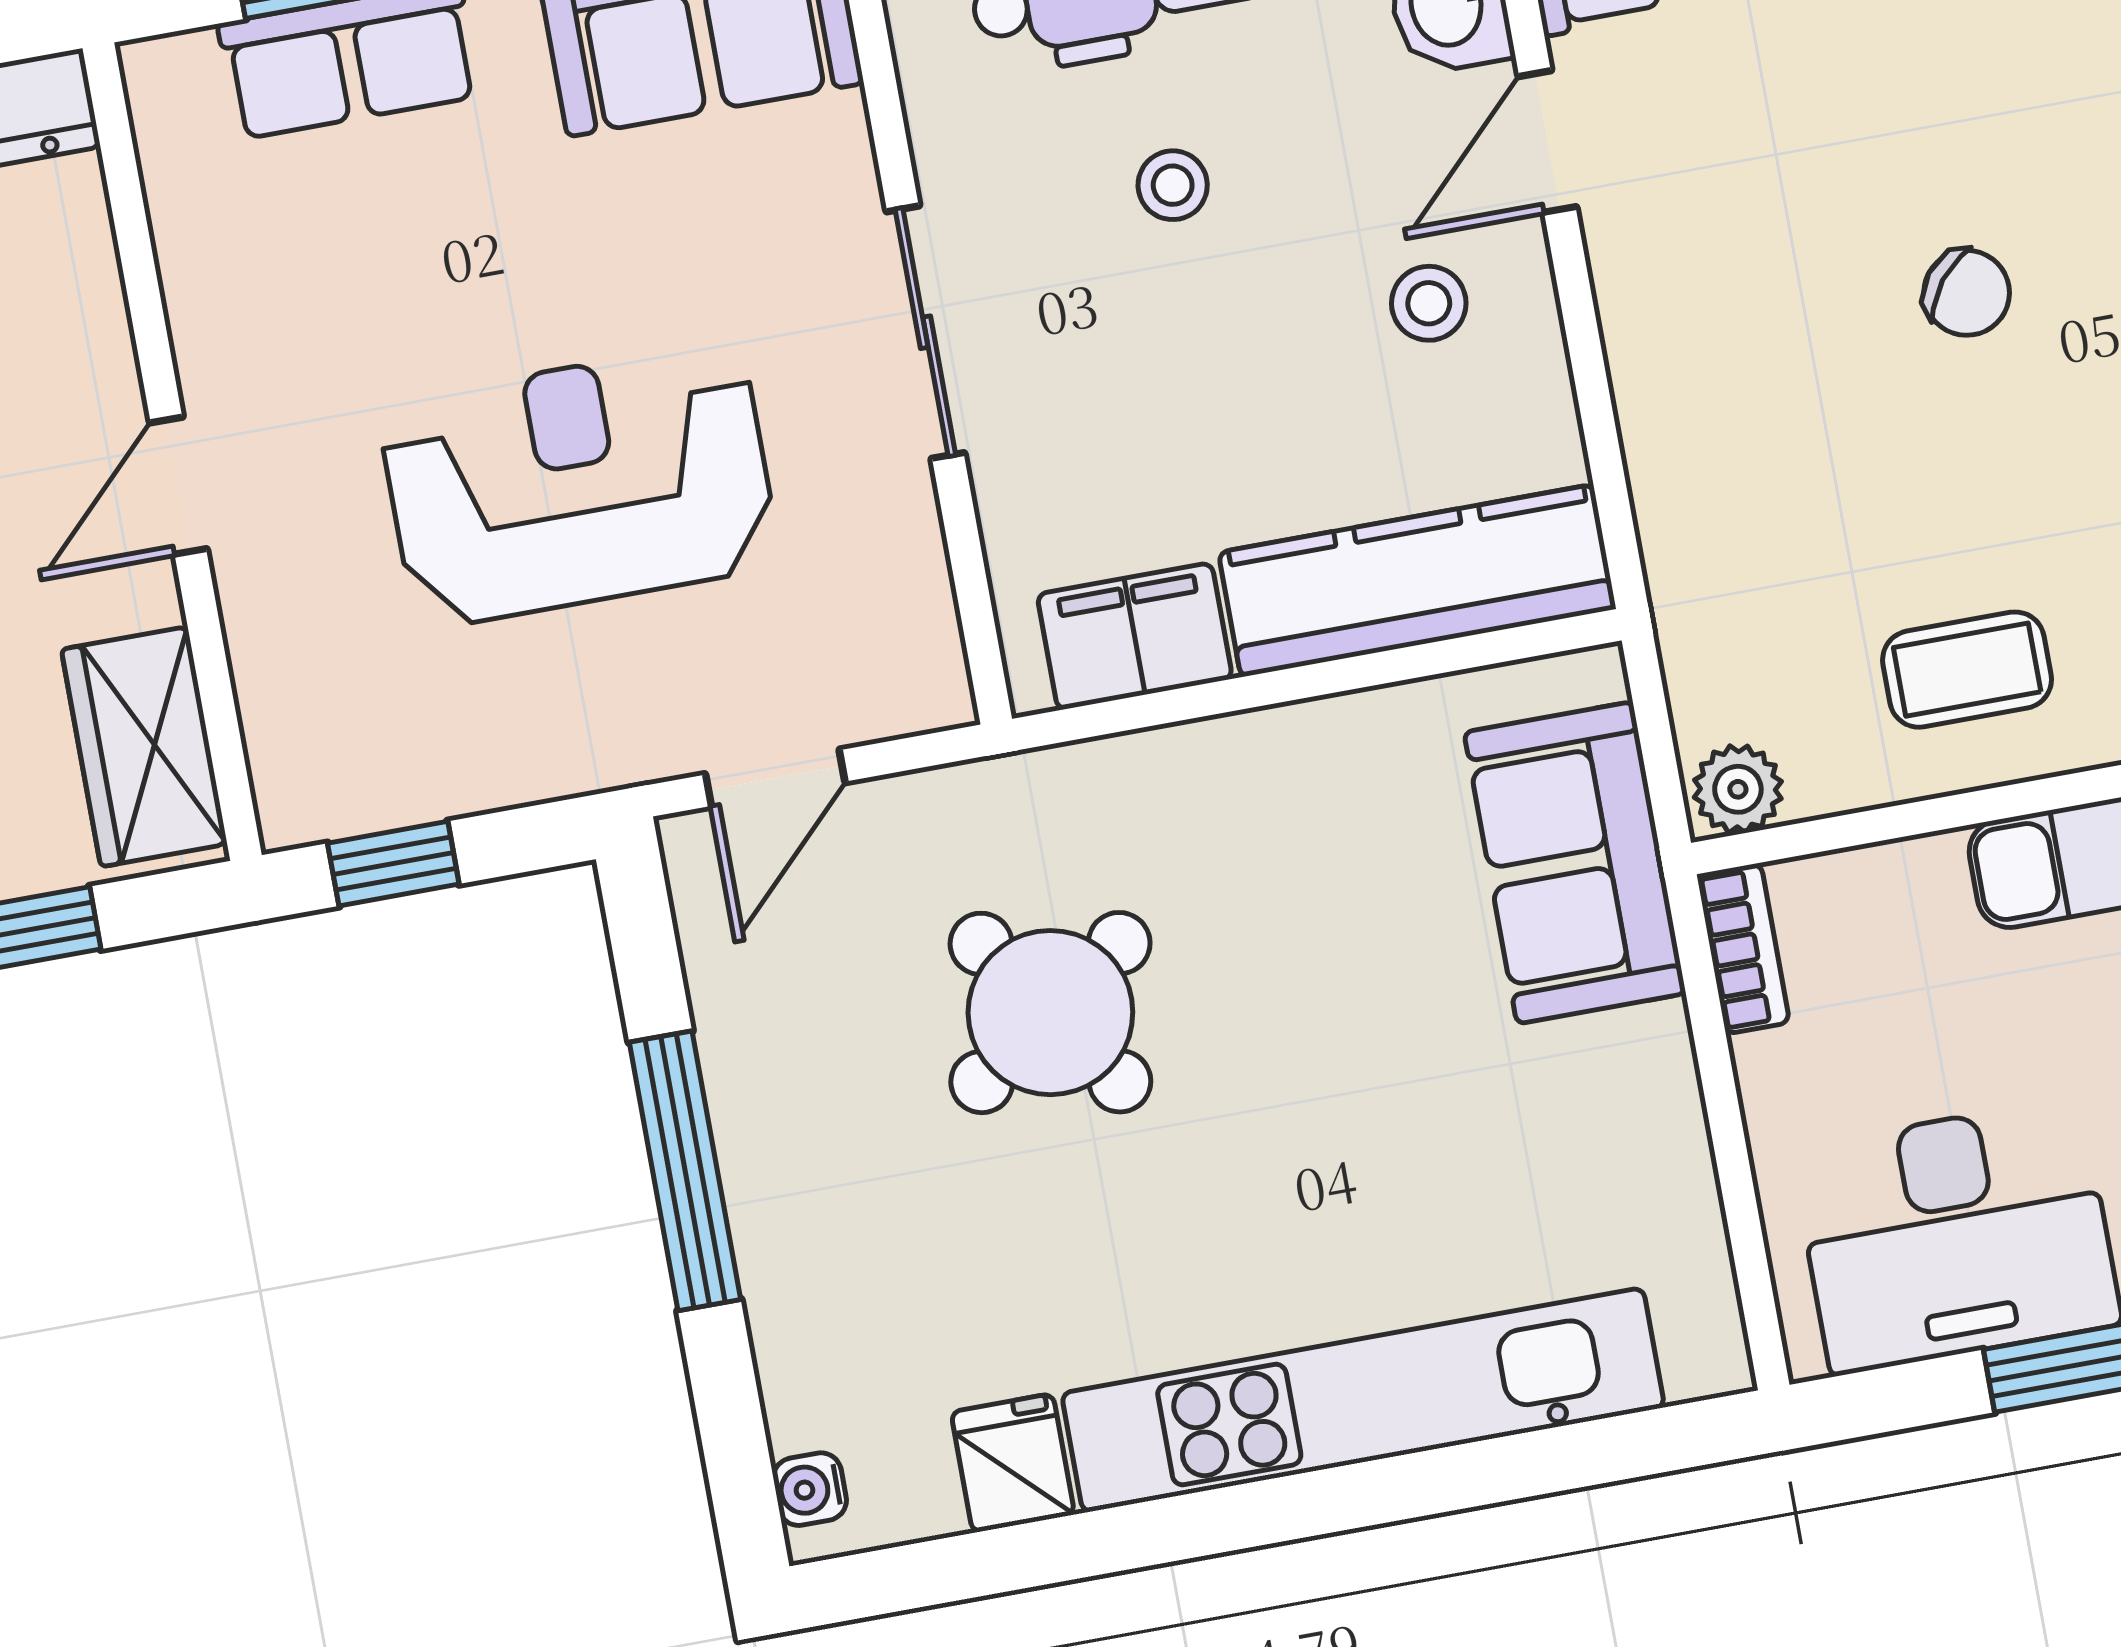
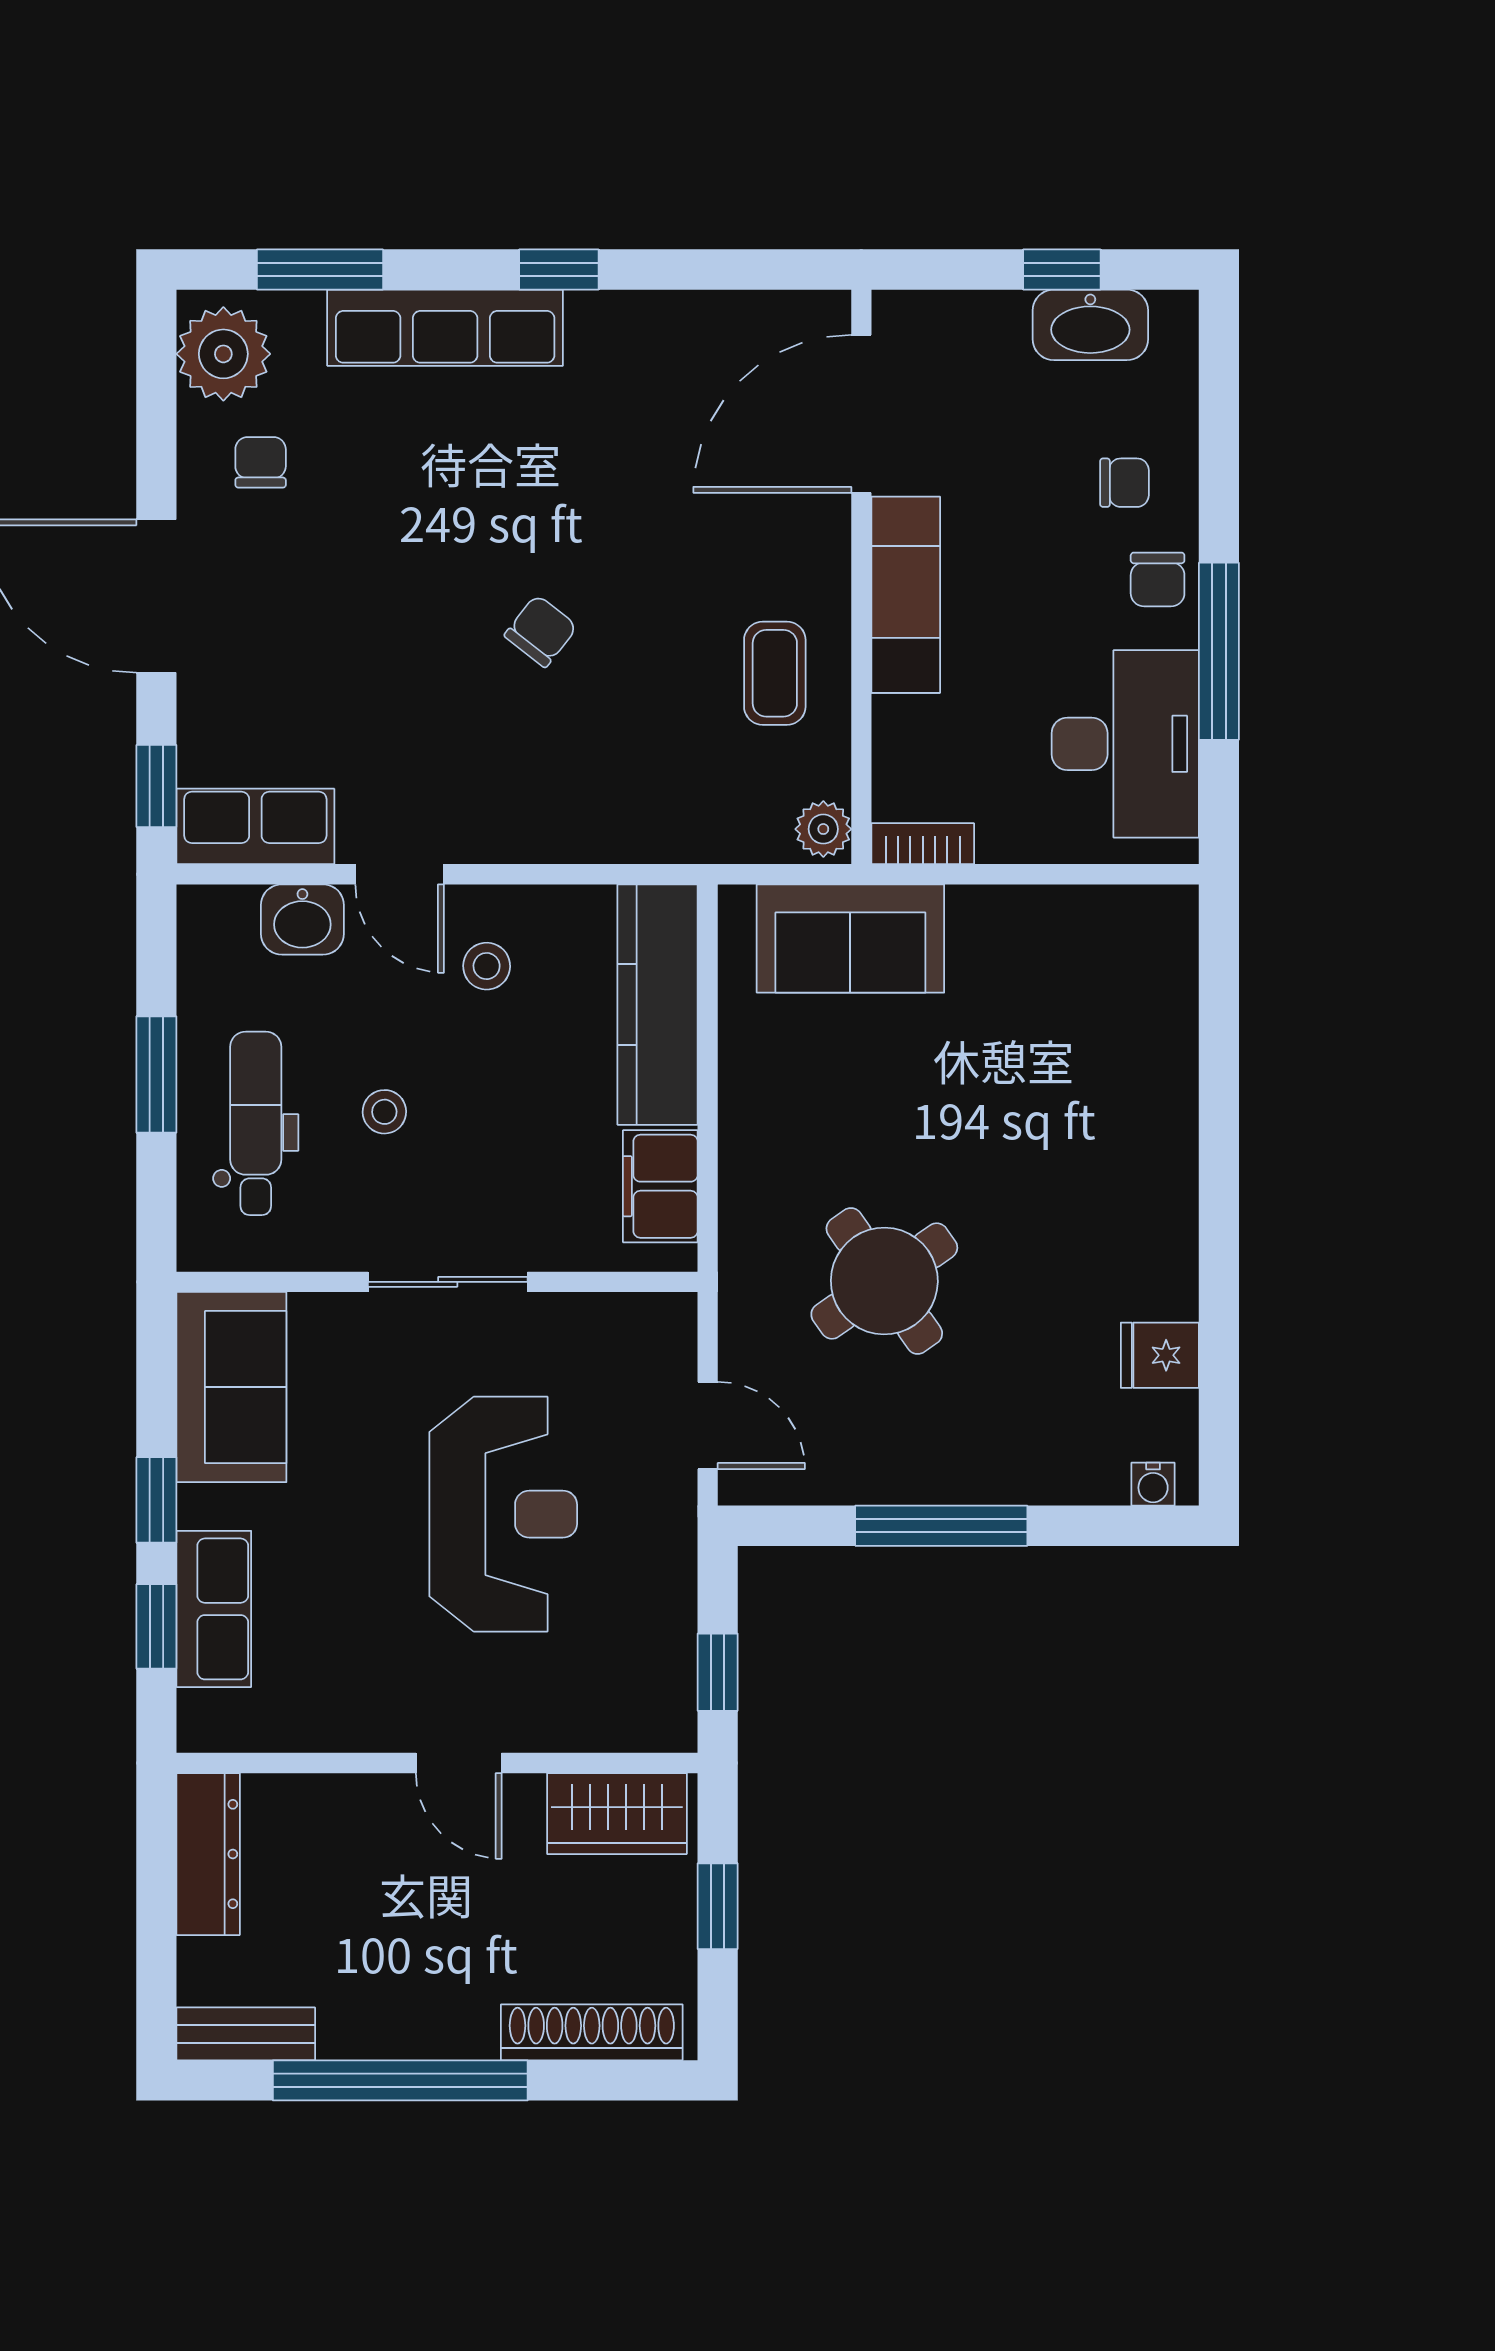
reception desk: (579, 484) -> (503, 1514), turned 180
kitchen unit: (1363, 1400) -> (1160, 1131), removed

